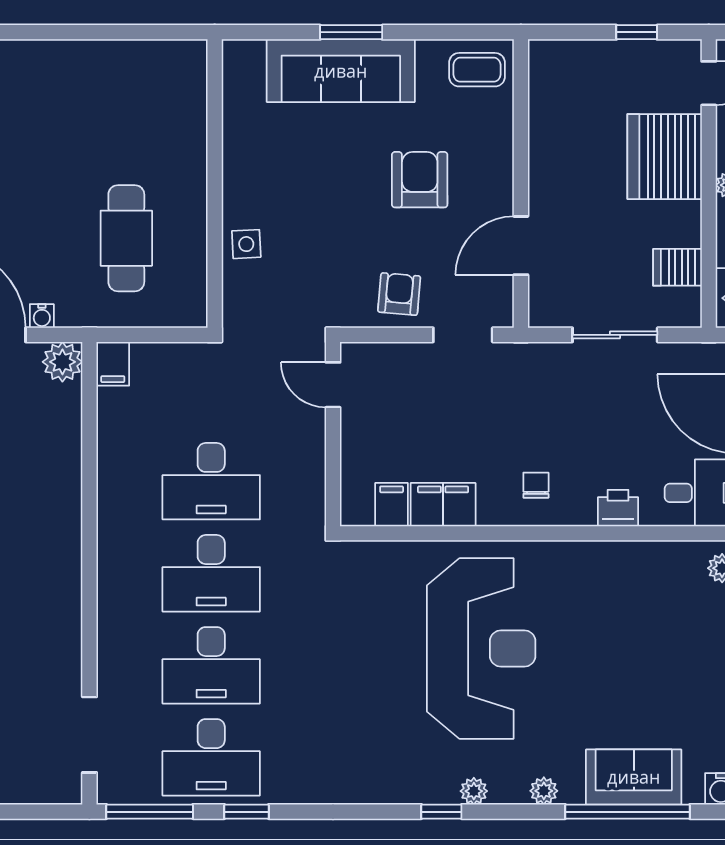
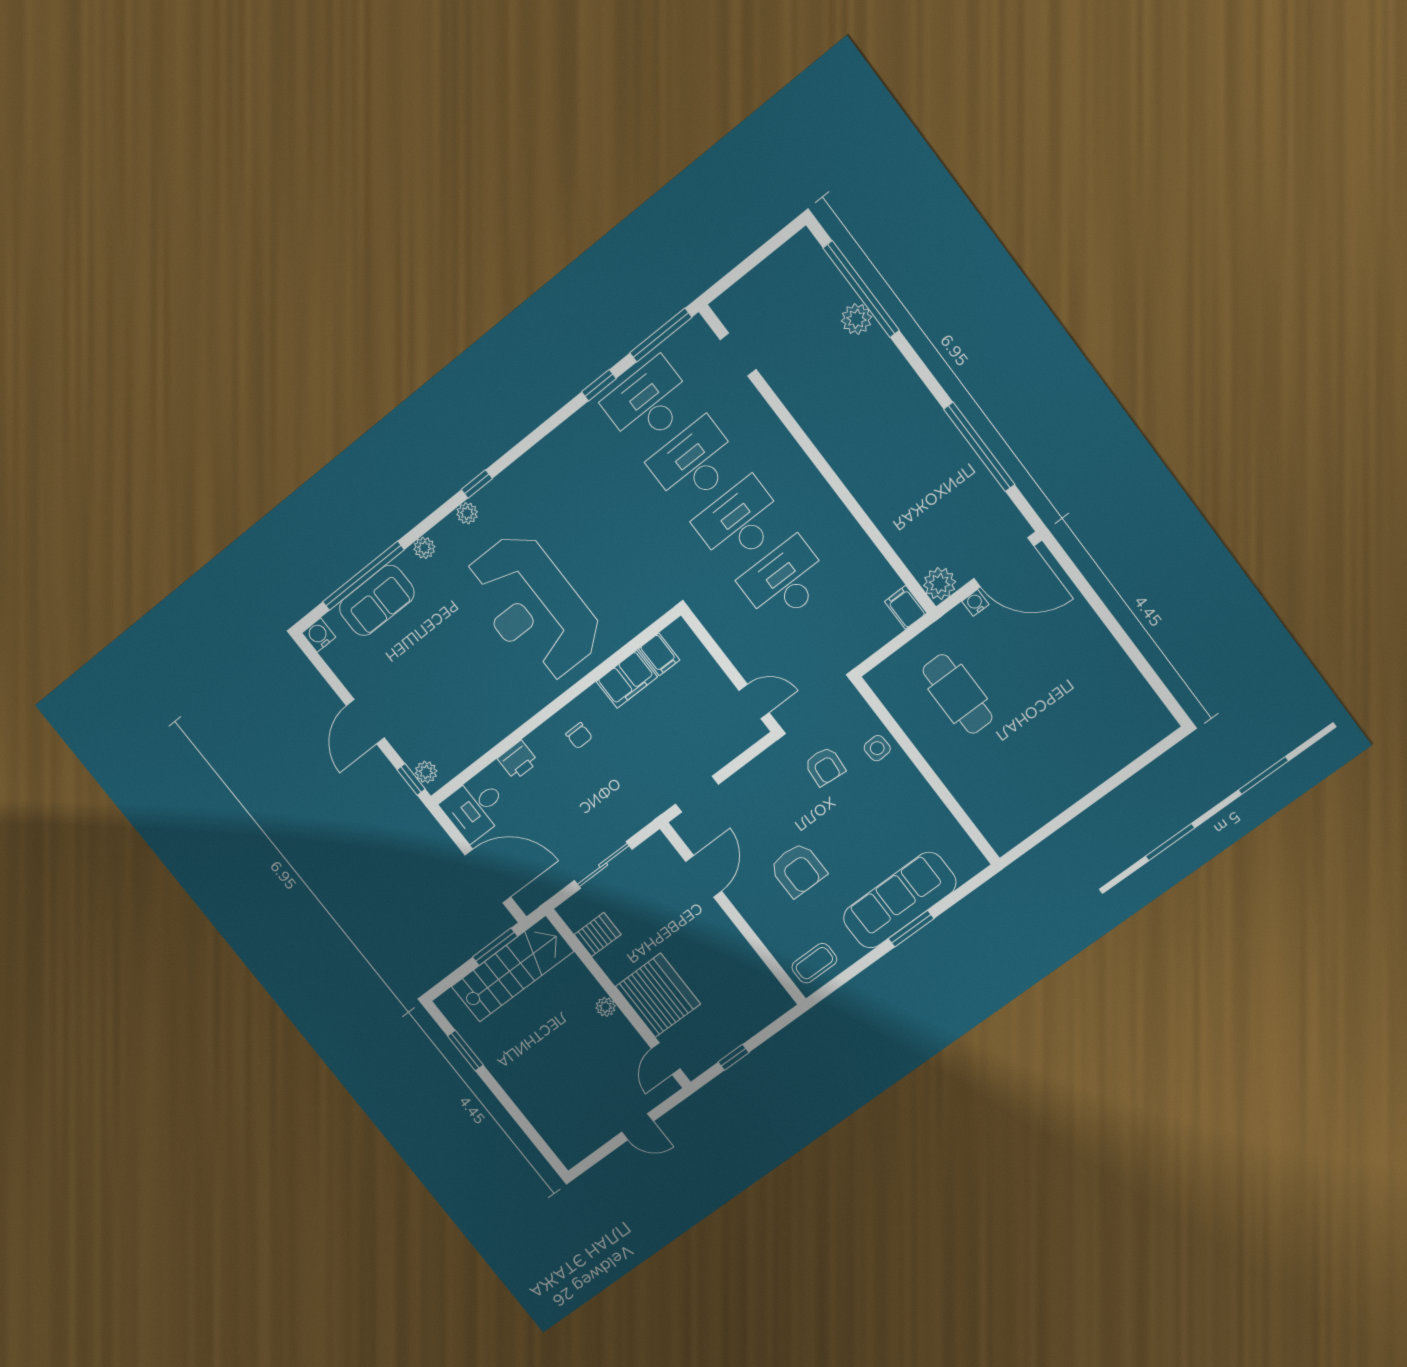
armchair: (399, 294) -> (825, 766), moved
doorway: (89, 735) -> (738, 354), width x0.73

